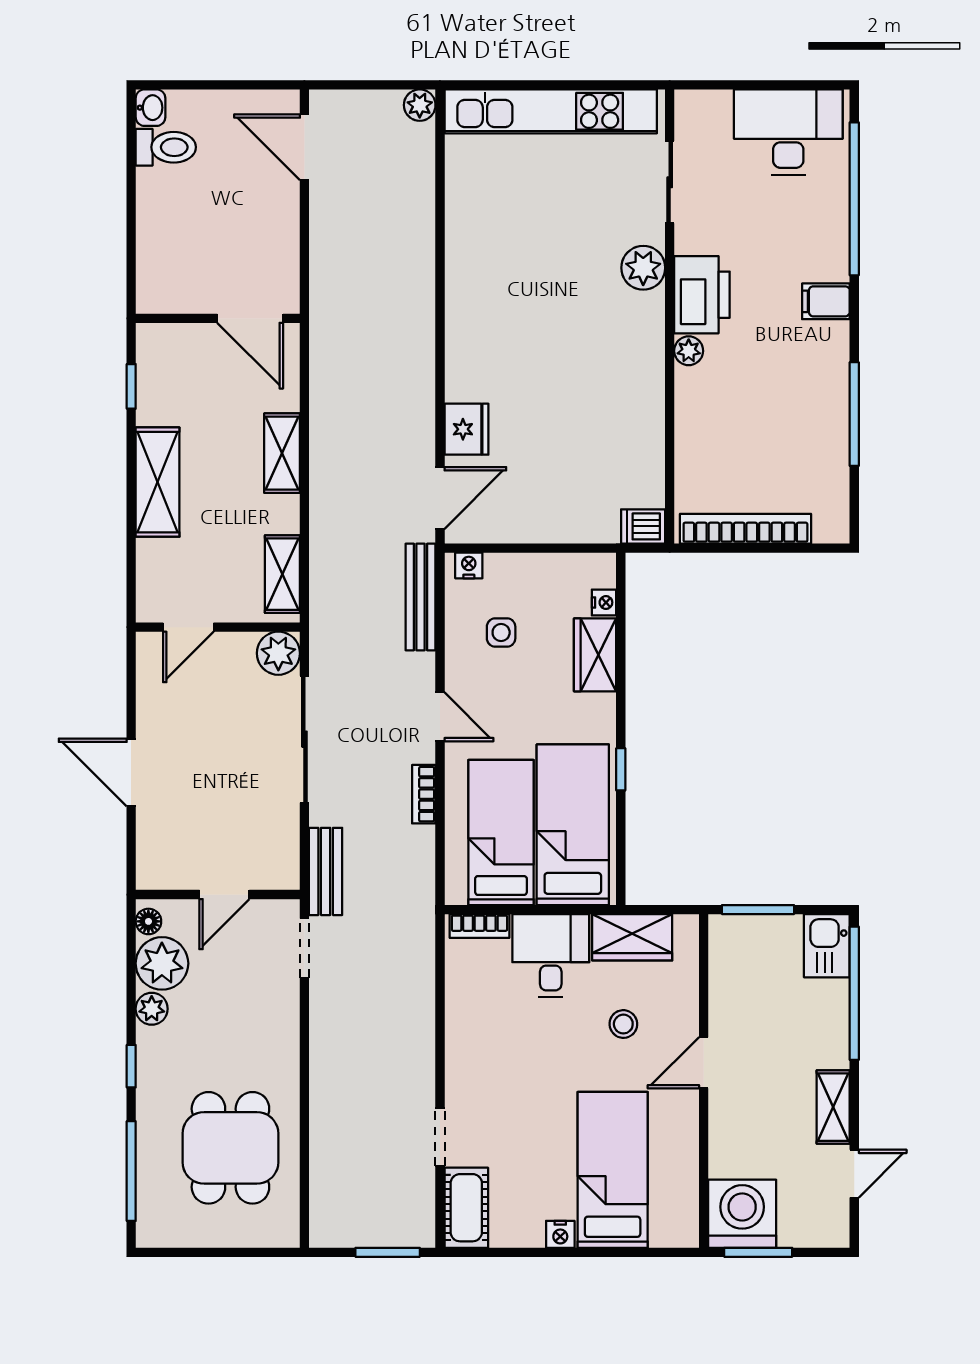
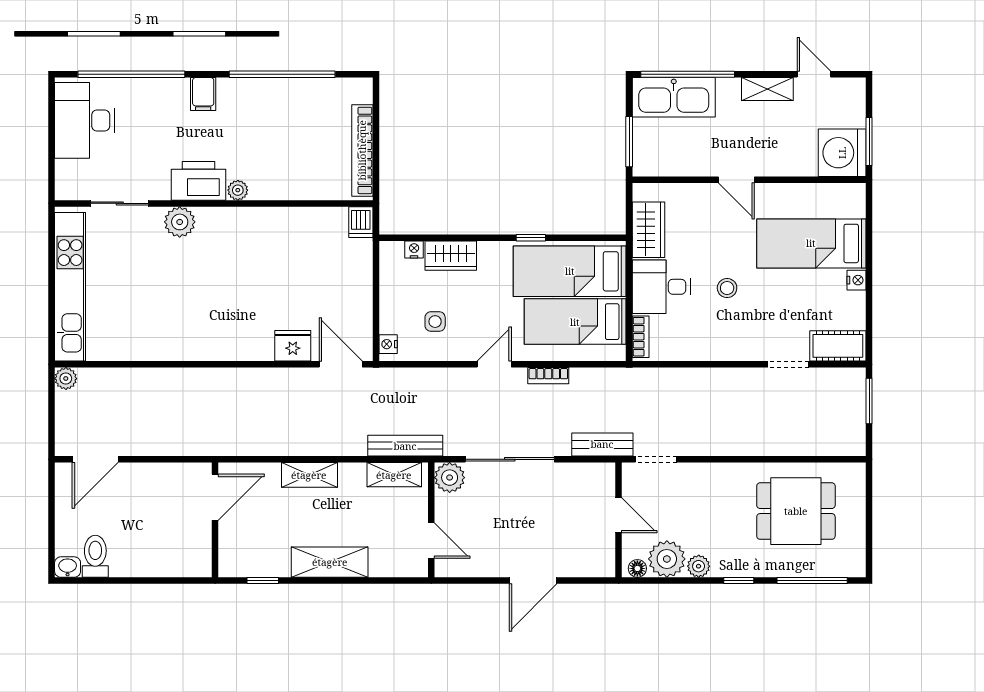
window: (854, 414) -> (282, 74), width x1.46
bench: (421, 597) -> (405, 446), moved
kitchen sink: (827, 946) -> (674, 97), width x1.88, depth x1.24
stool: (623, 1024) -> (727, 288), moved

